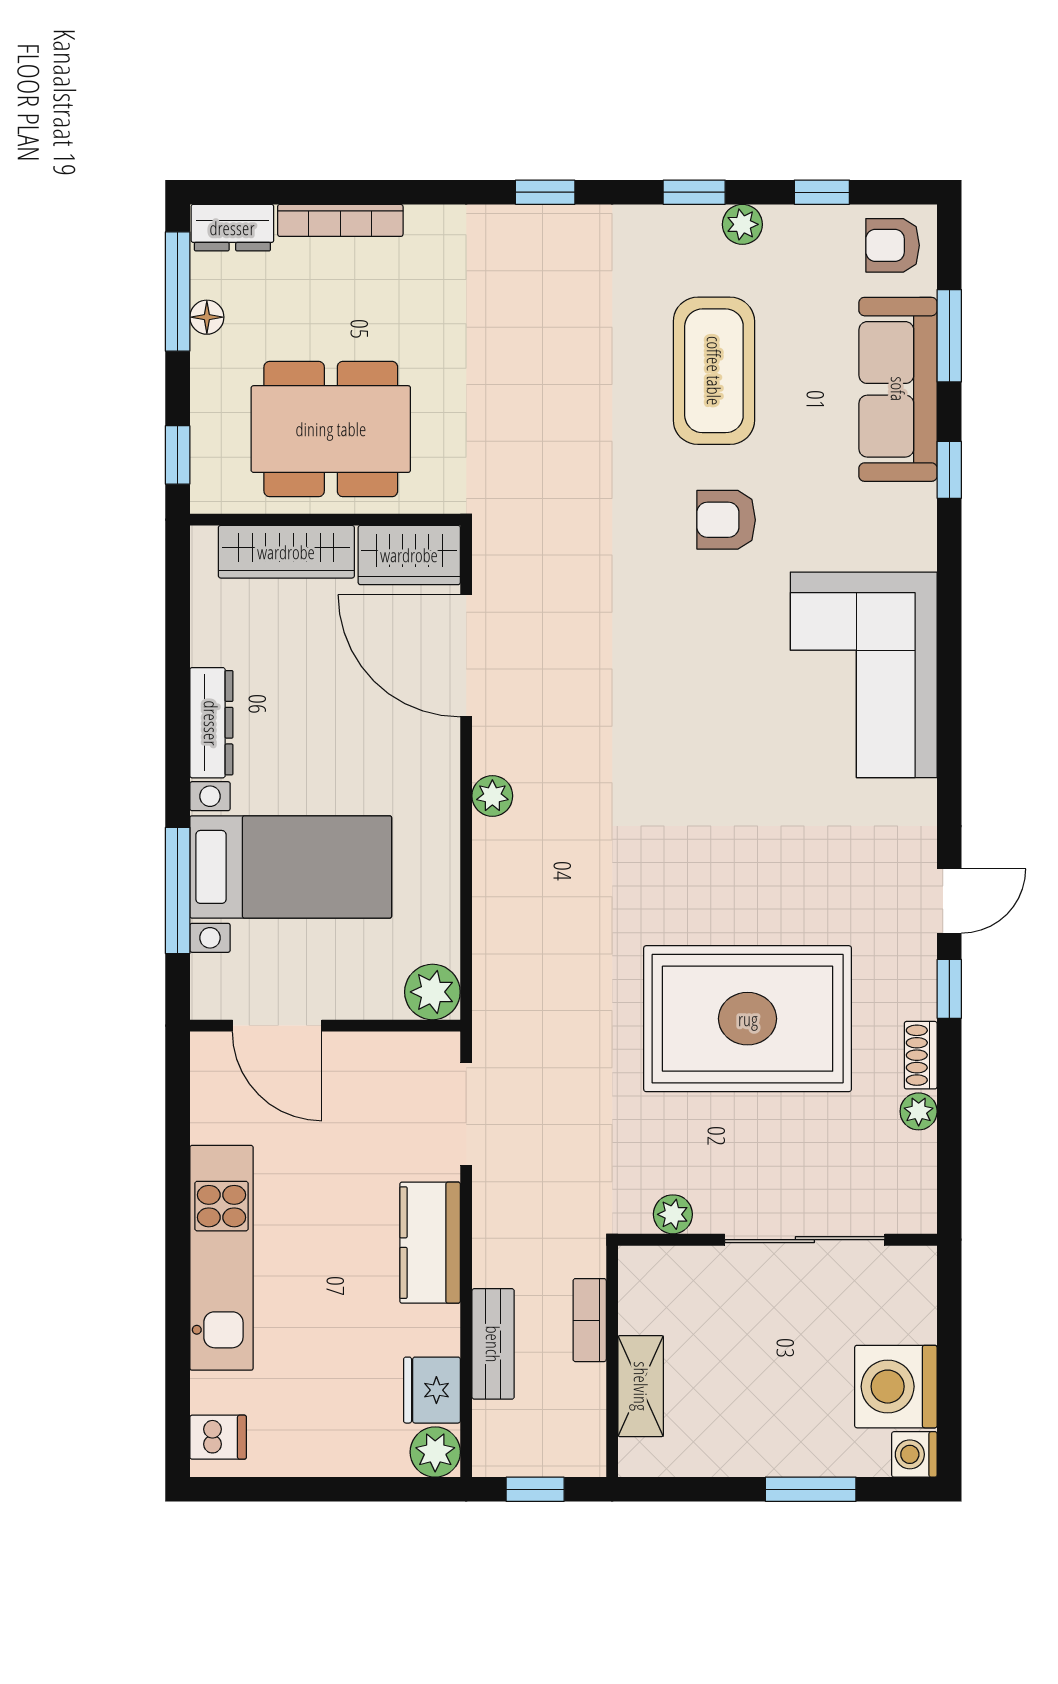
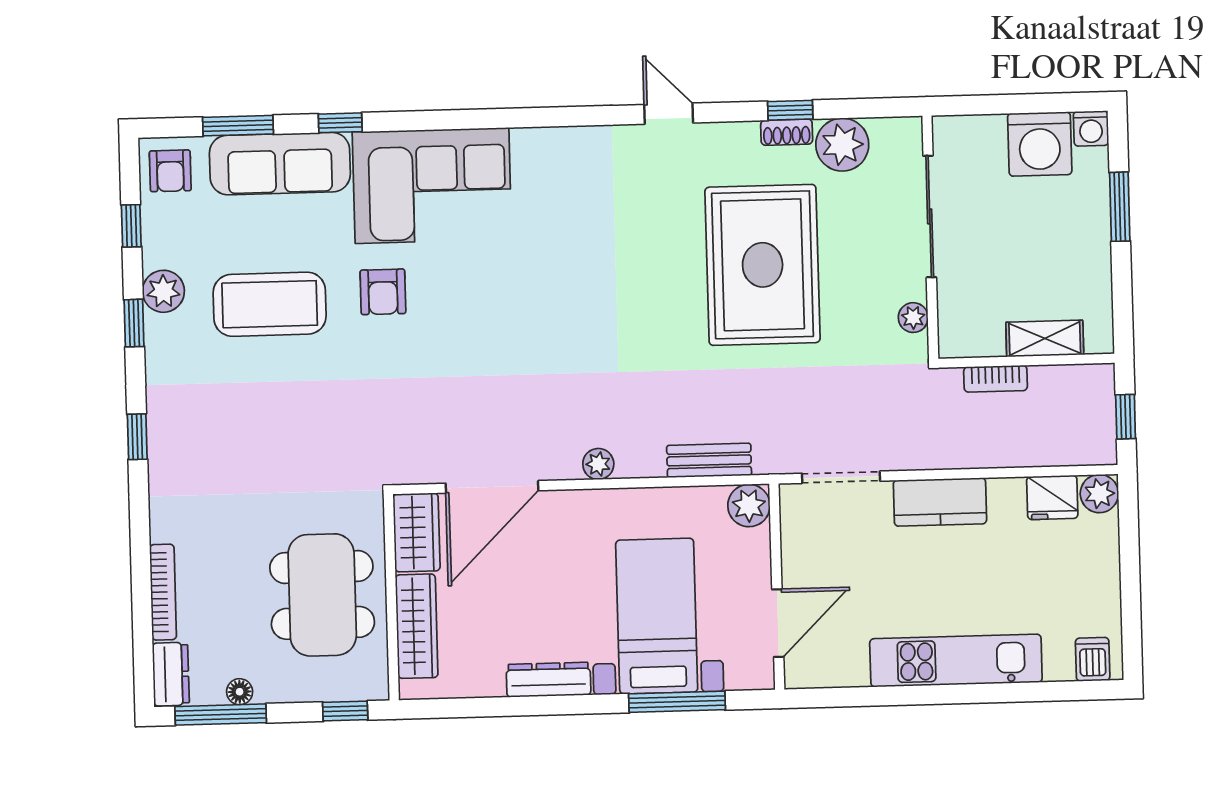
plant: (742, 224) -> (163, 291), width x1.38, depth x1.38
corner sofa: (864, 675) -> (432, 186), moved
window: (949, 989) -> (790, 110), moved
plant: (919, 1111) -> (842, 145), width x1.87, depth x1.87
bench: (493, 1344) -> (709, 460), moved

